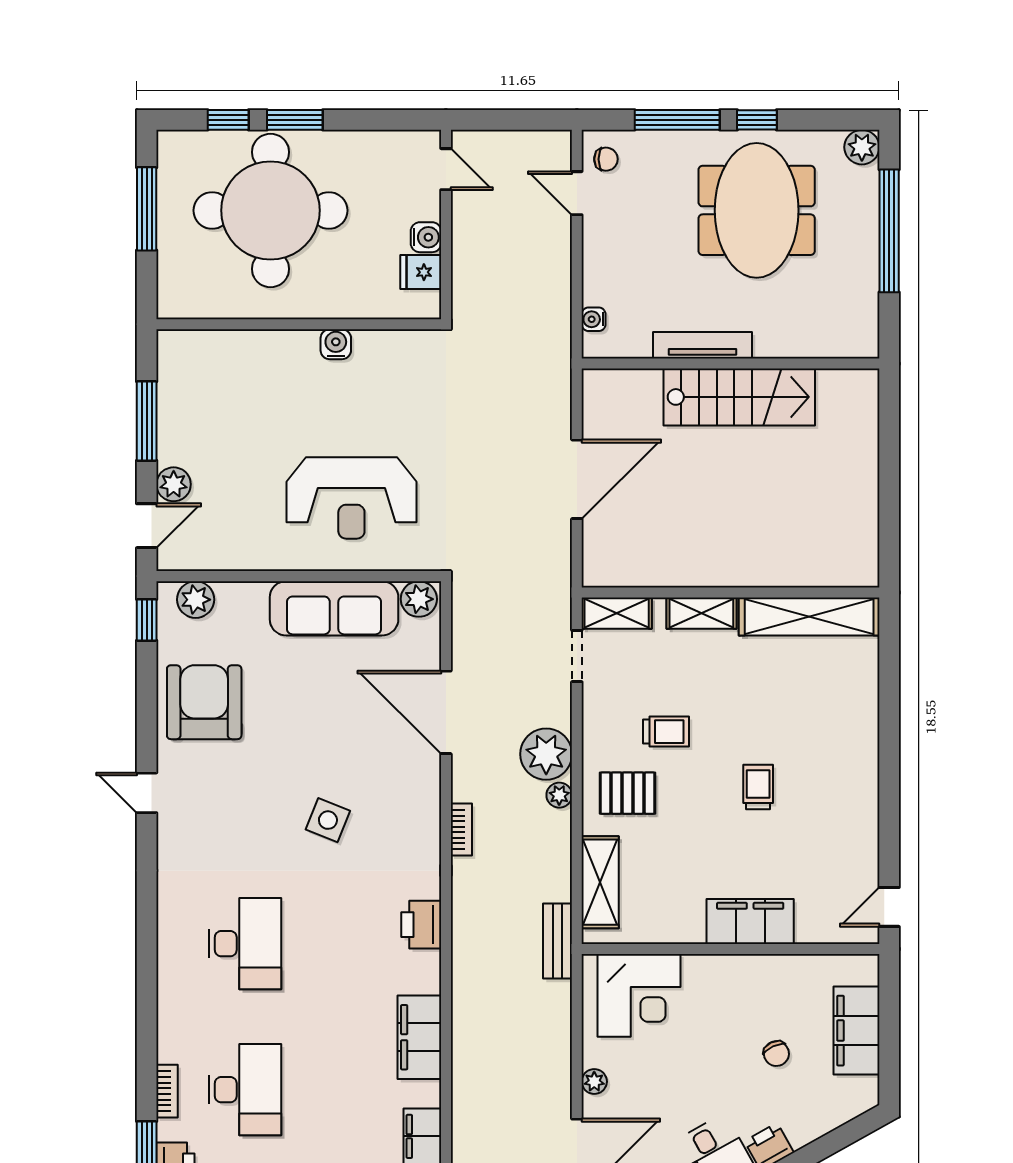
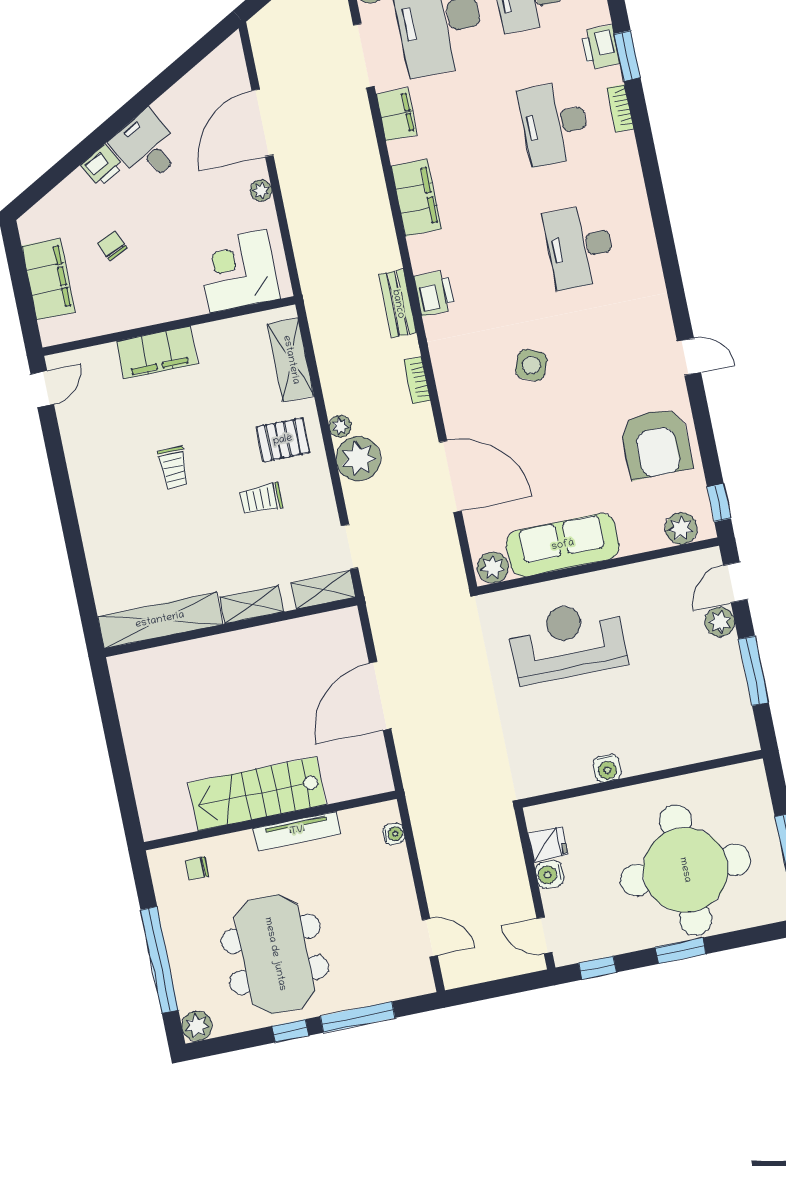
window: (228, 120) -> (598, 968), moved
chair: (606, 159) -> (197, 868), moved
bench: (557, 941) -> (398, 304), moved

